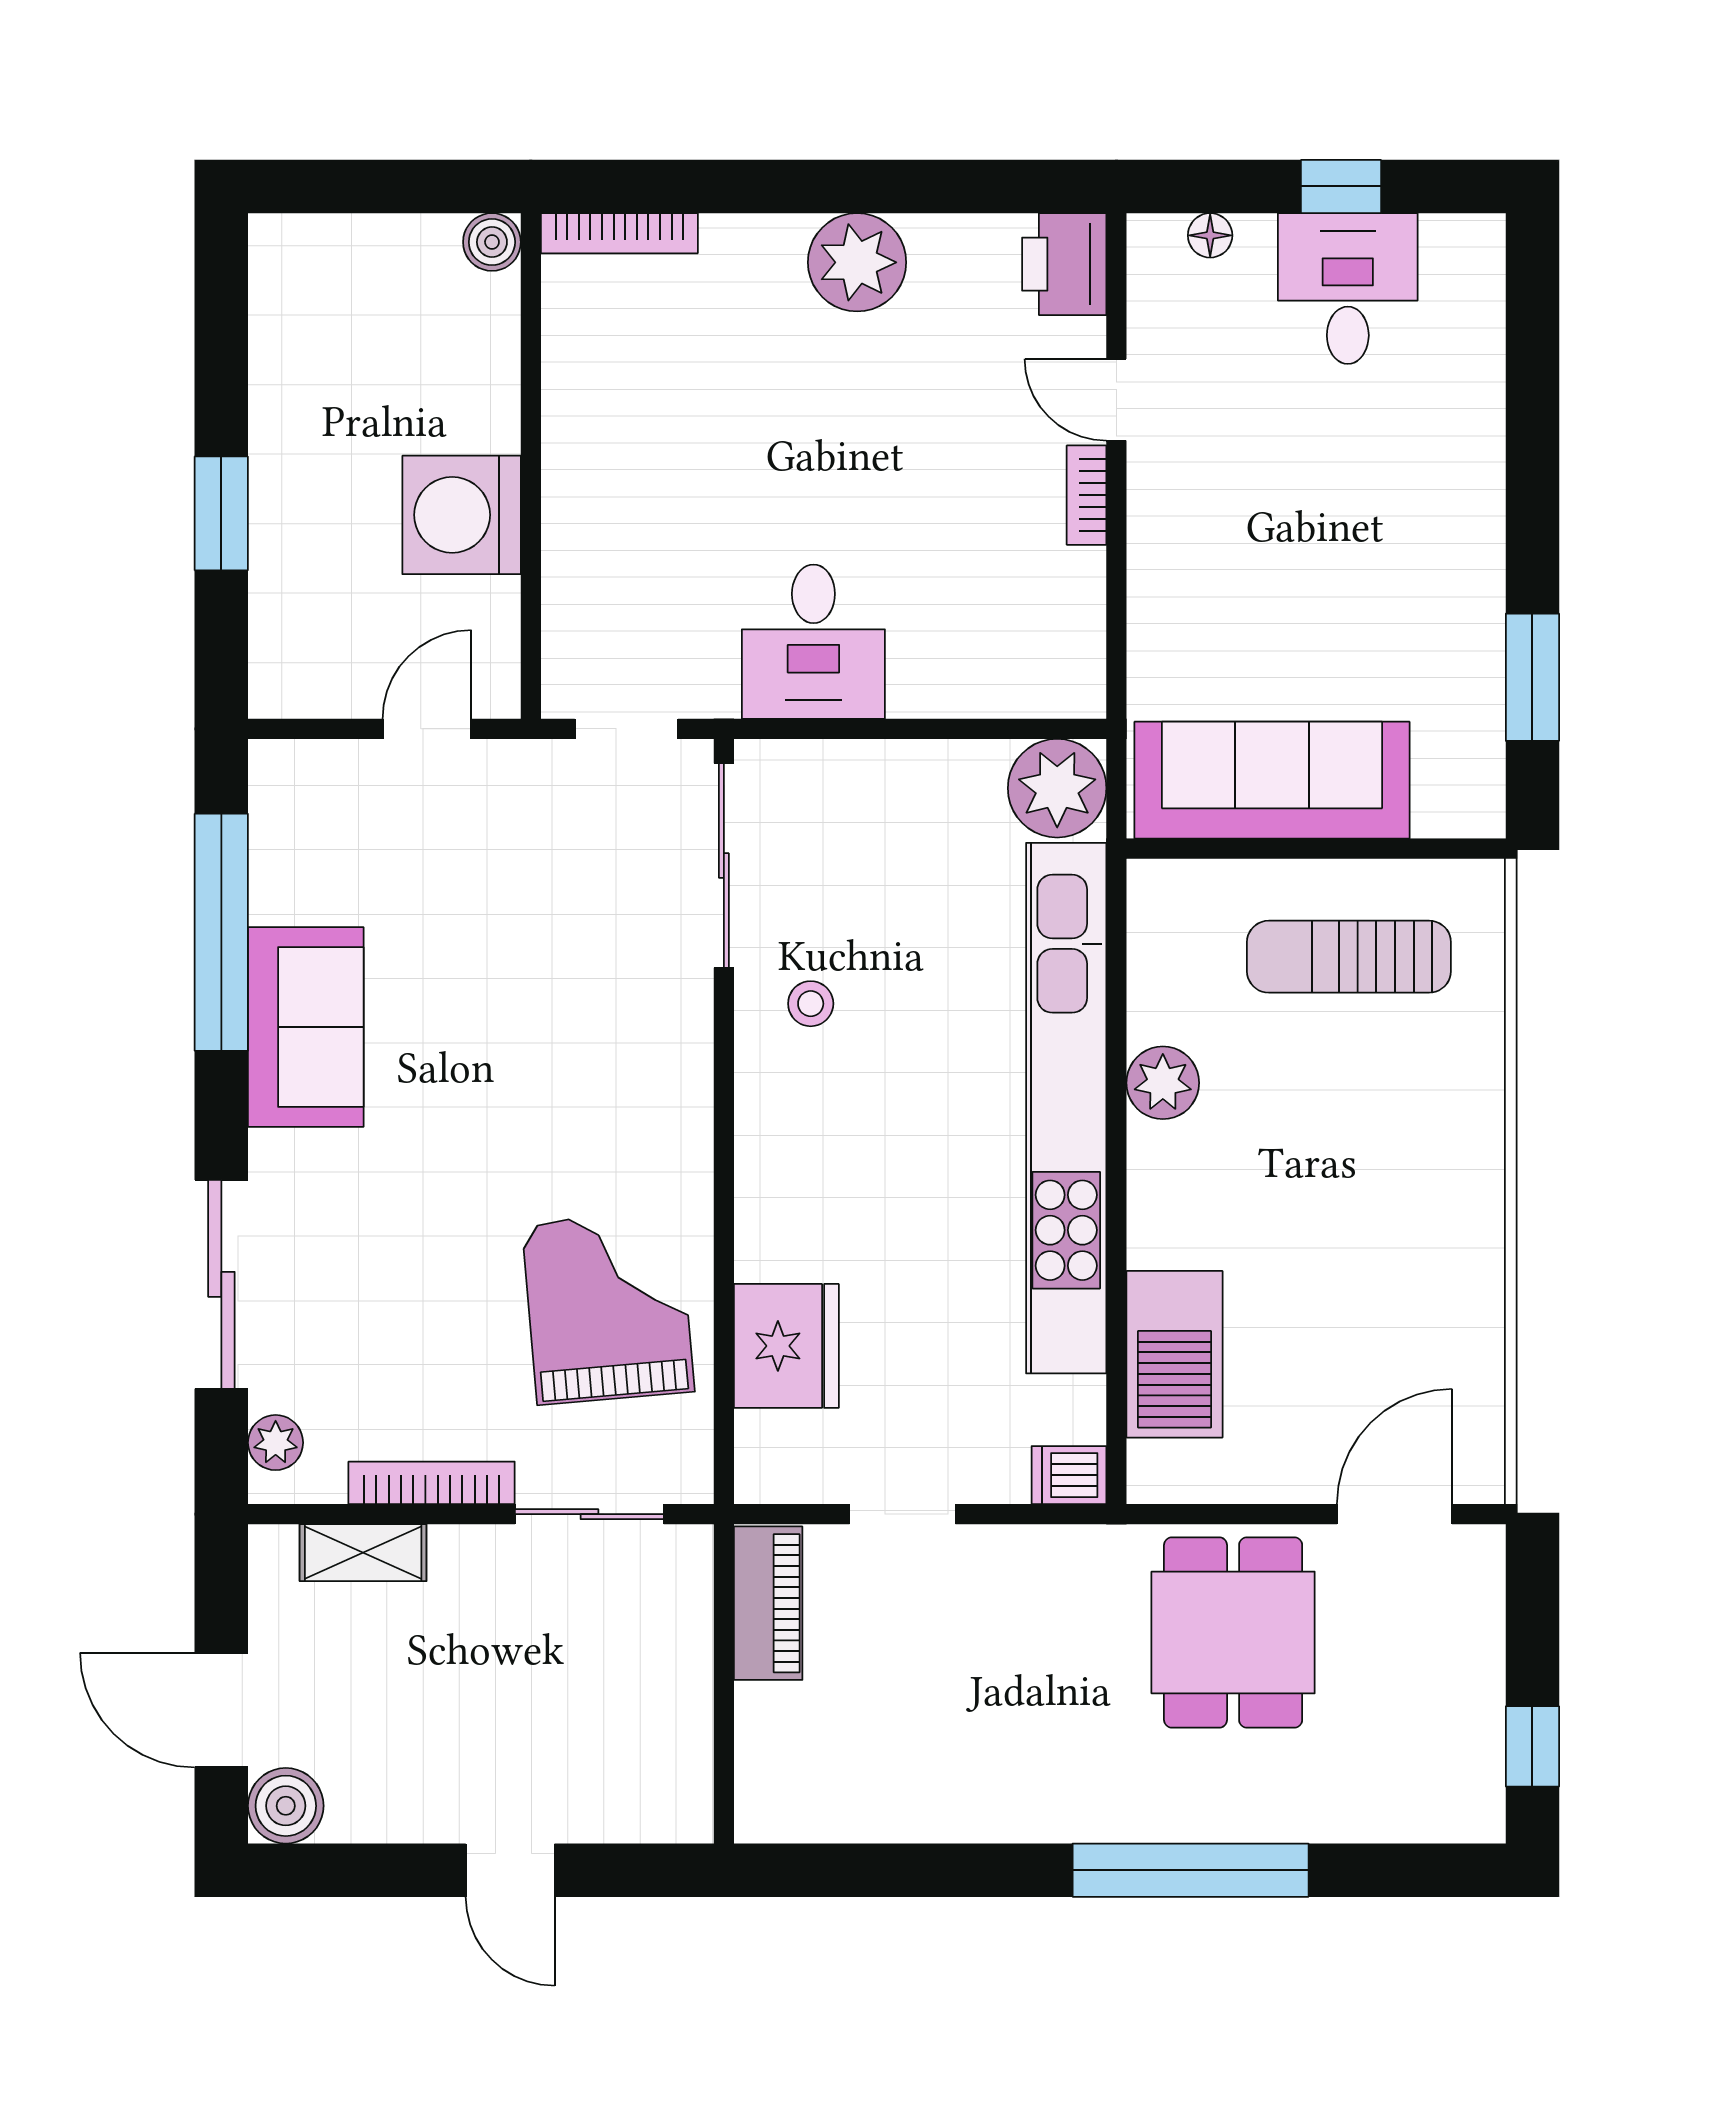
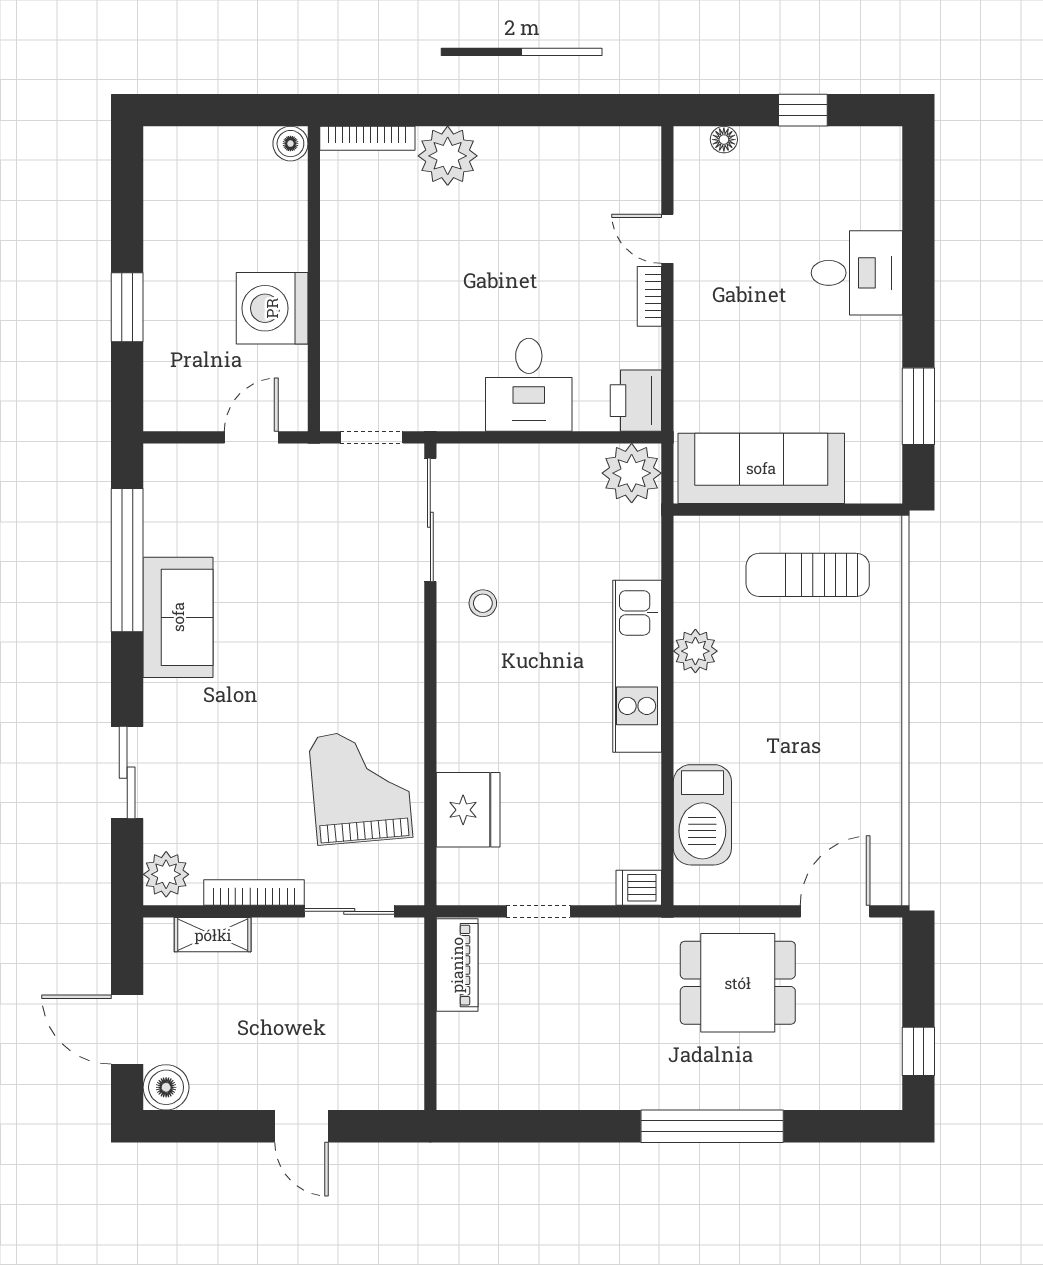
plant: (857, 262) -> (448, 156), moved
printer: (1064, 264) -> (636, 401), moved
desk: (1348, 289) -> (857, 273), moved, turned 90
desk: (813, 642) -> (529, 385), moved
kitchen unit: (1066, 1108) -> (637, 666), width x0.54
sliding door: (221, 1284) -> (127, 773), width x0.73
plant: (276, 1443) -> (166, 874), width x1.38, depth x1.38
dining table: (1233, 1632) -> (738, 983), turned 90

